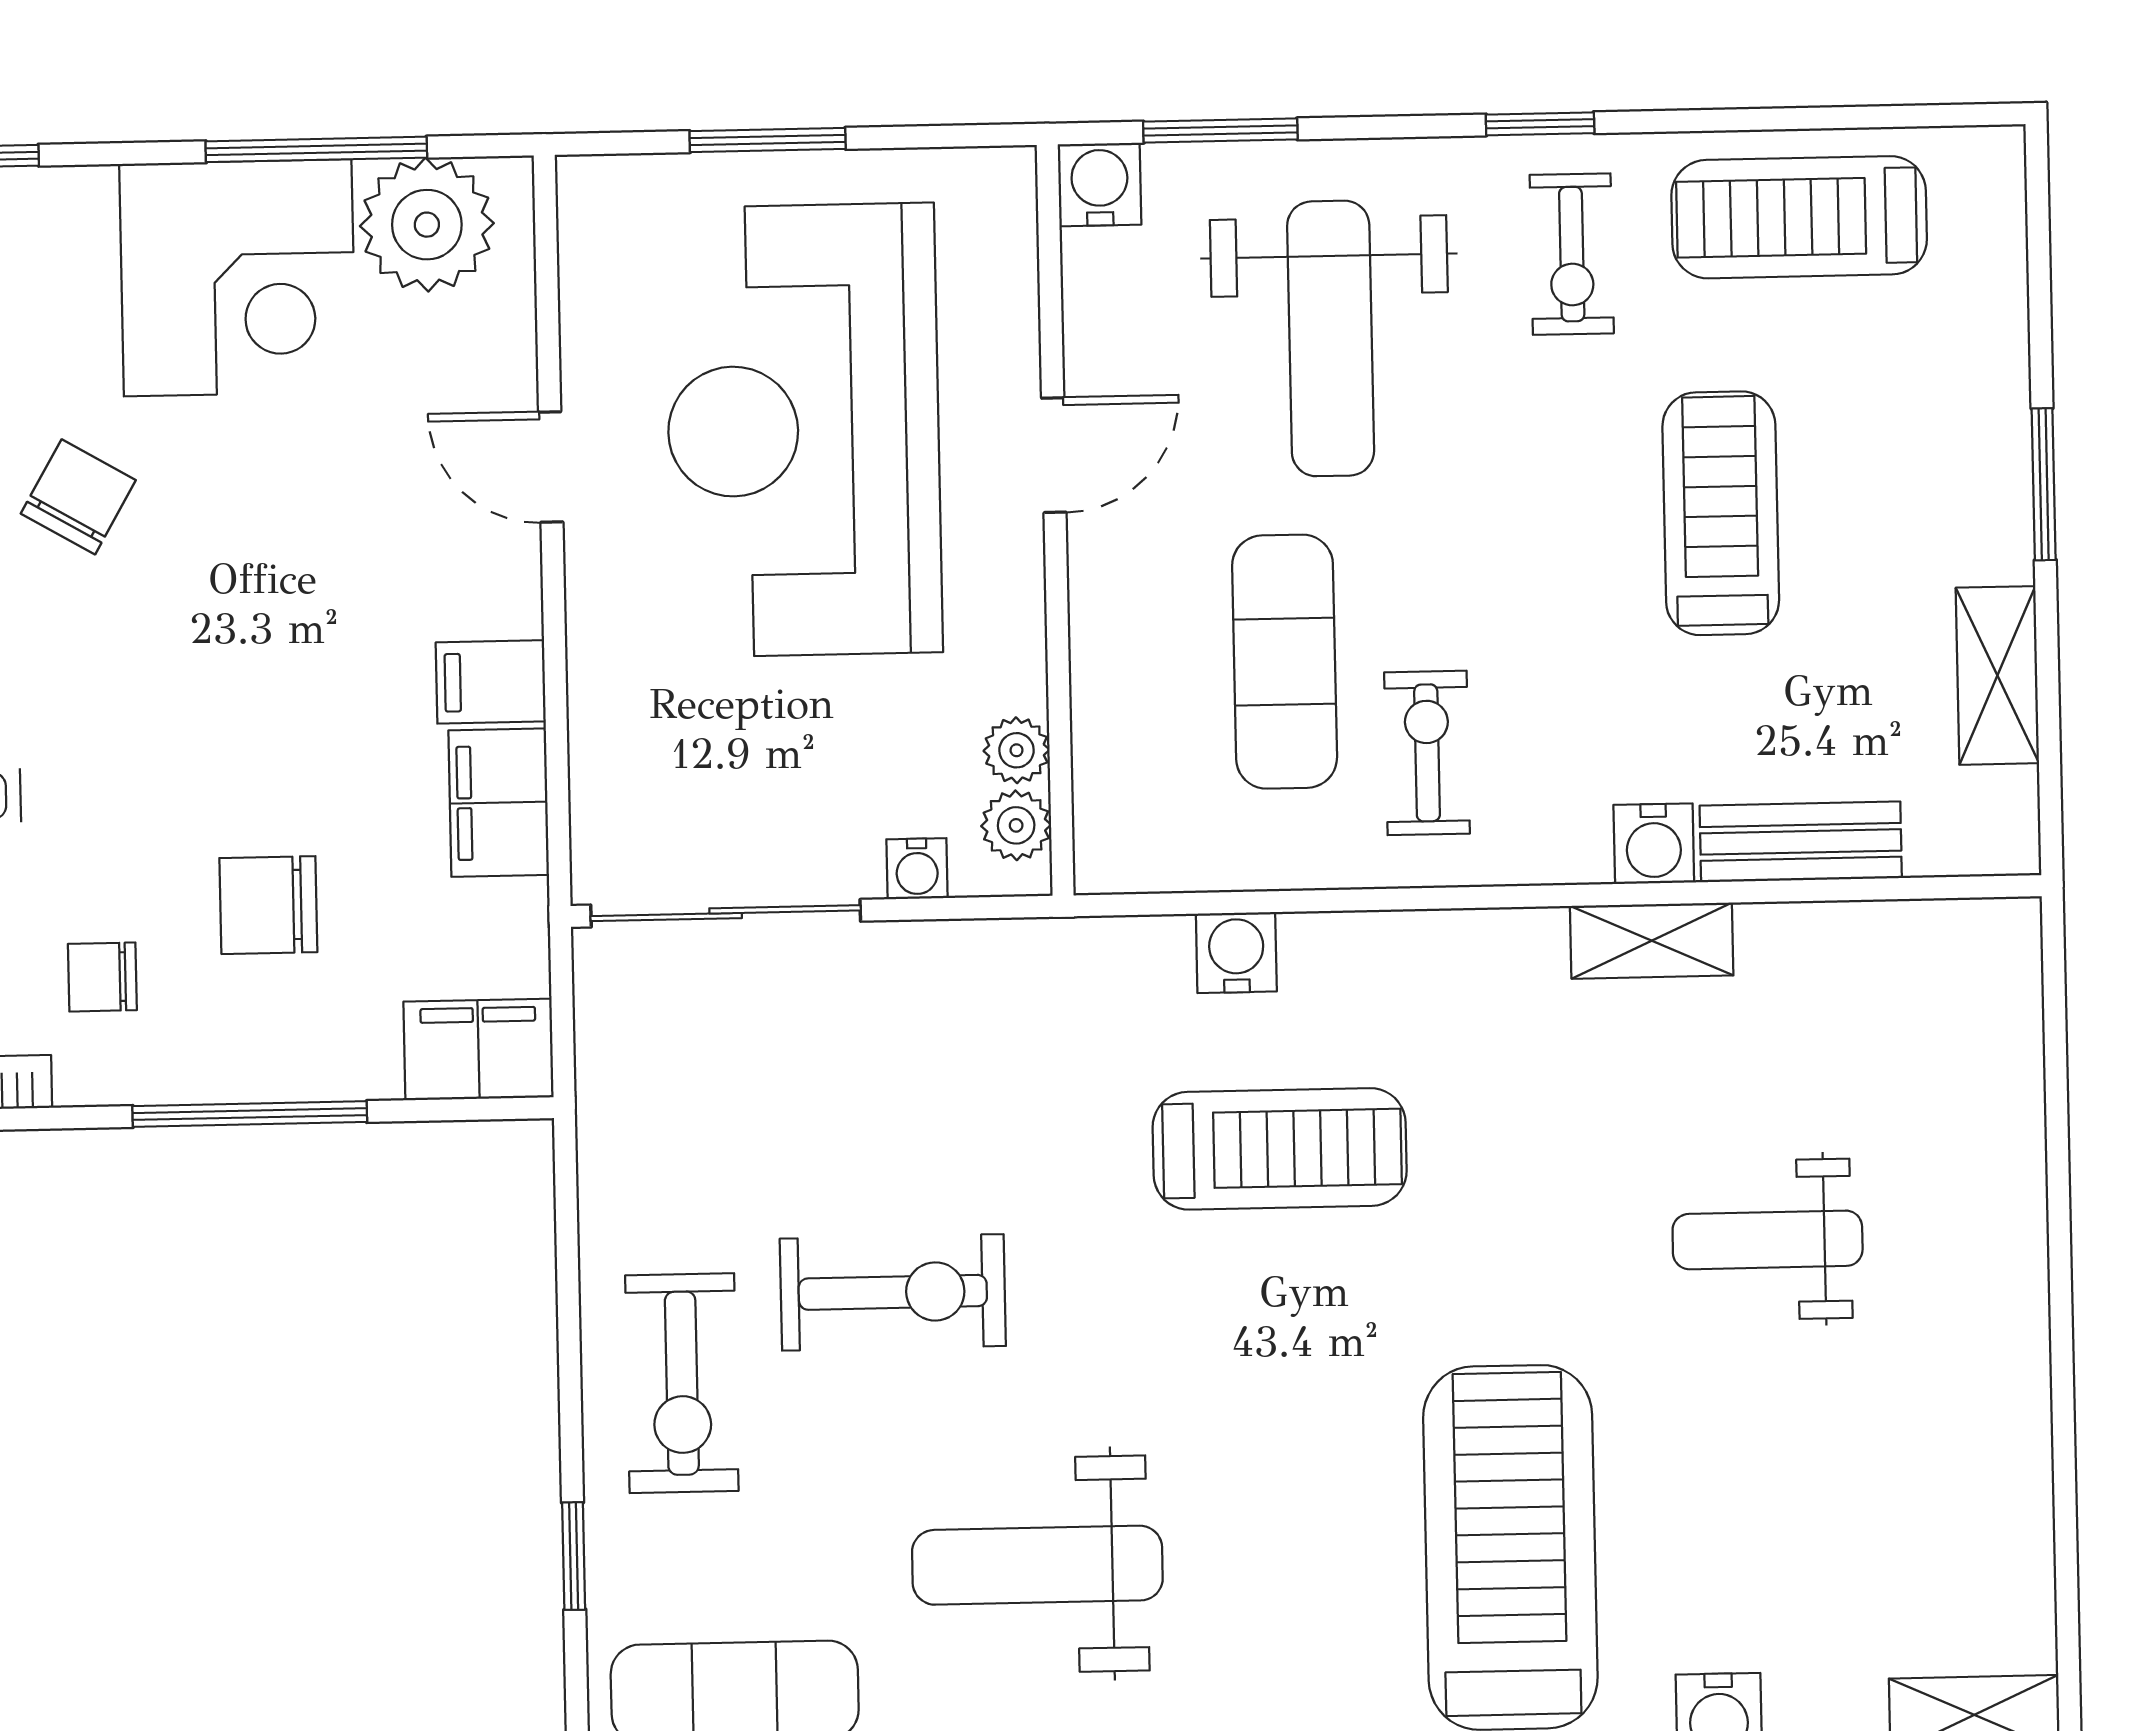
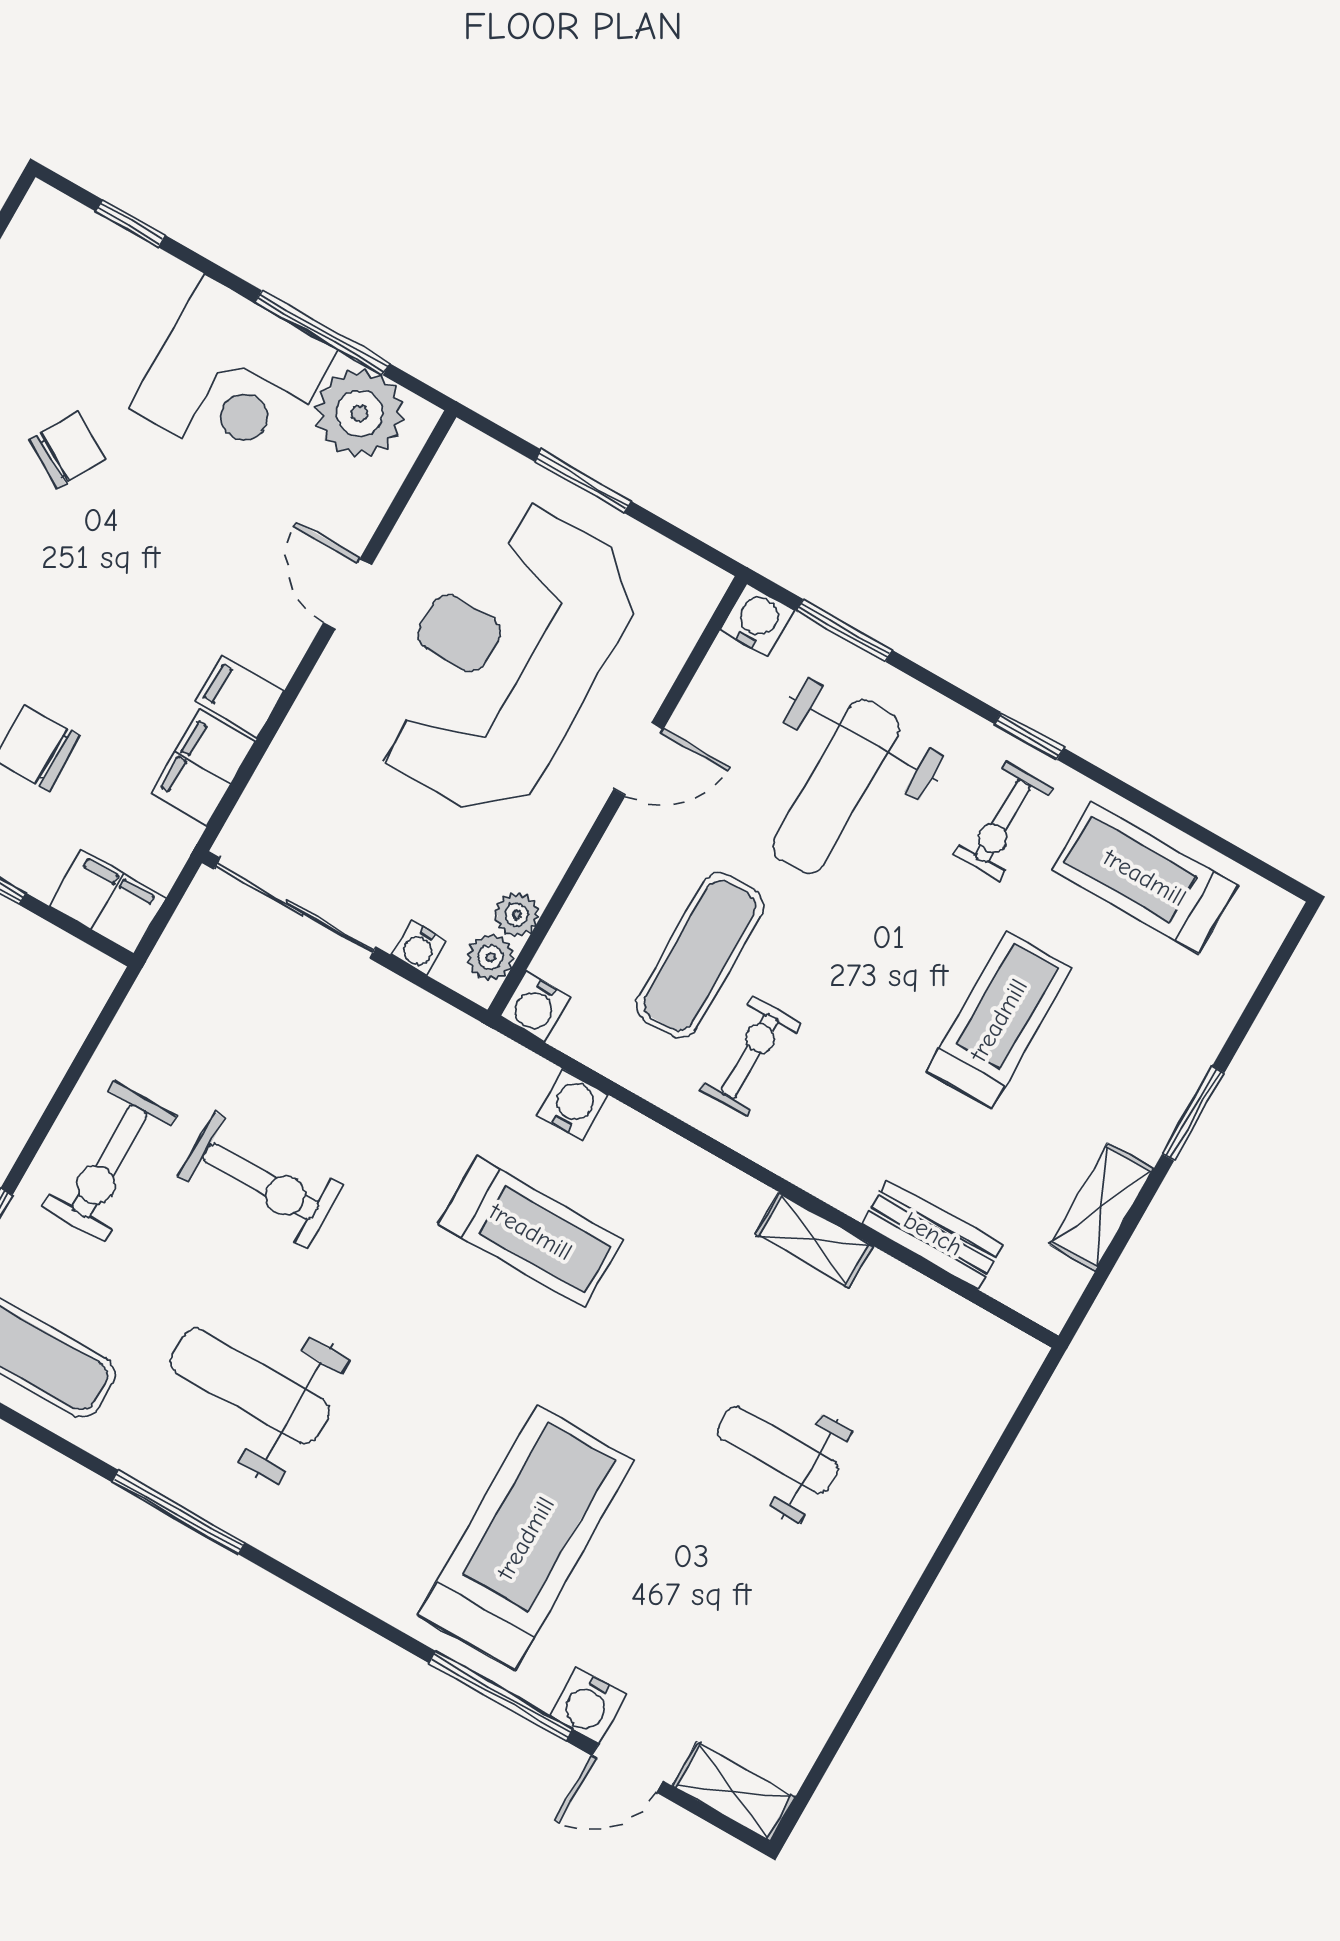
water cooler: (1654, 844) -> (535, 1007), moved

